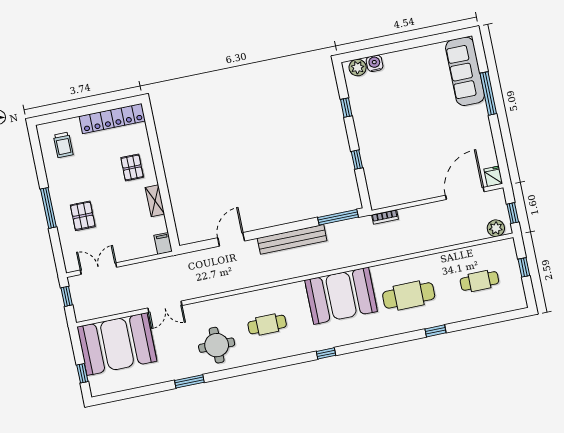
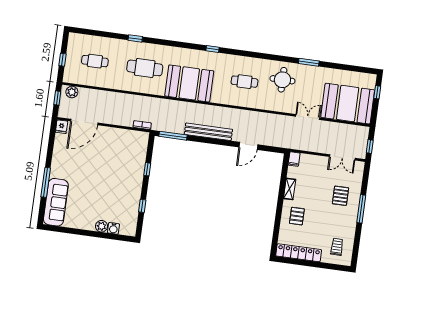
plant: (358, 68) -> (101, 226), moved

